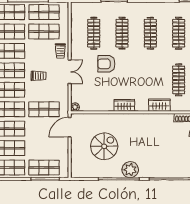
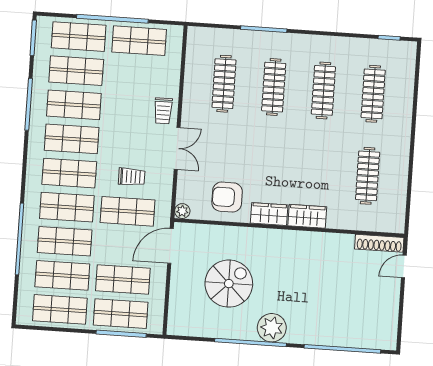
shop shelf: (44, 32) -> (123, 279), moved
armchair: (106, 64) -> (227, 197), moved
trolley: (39, 76) -> (132, 177), moved
wardrobe: (159, 105) -> (307, 216), moved

